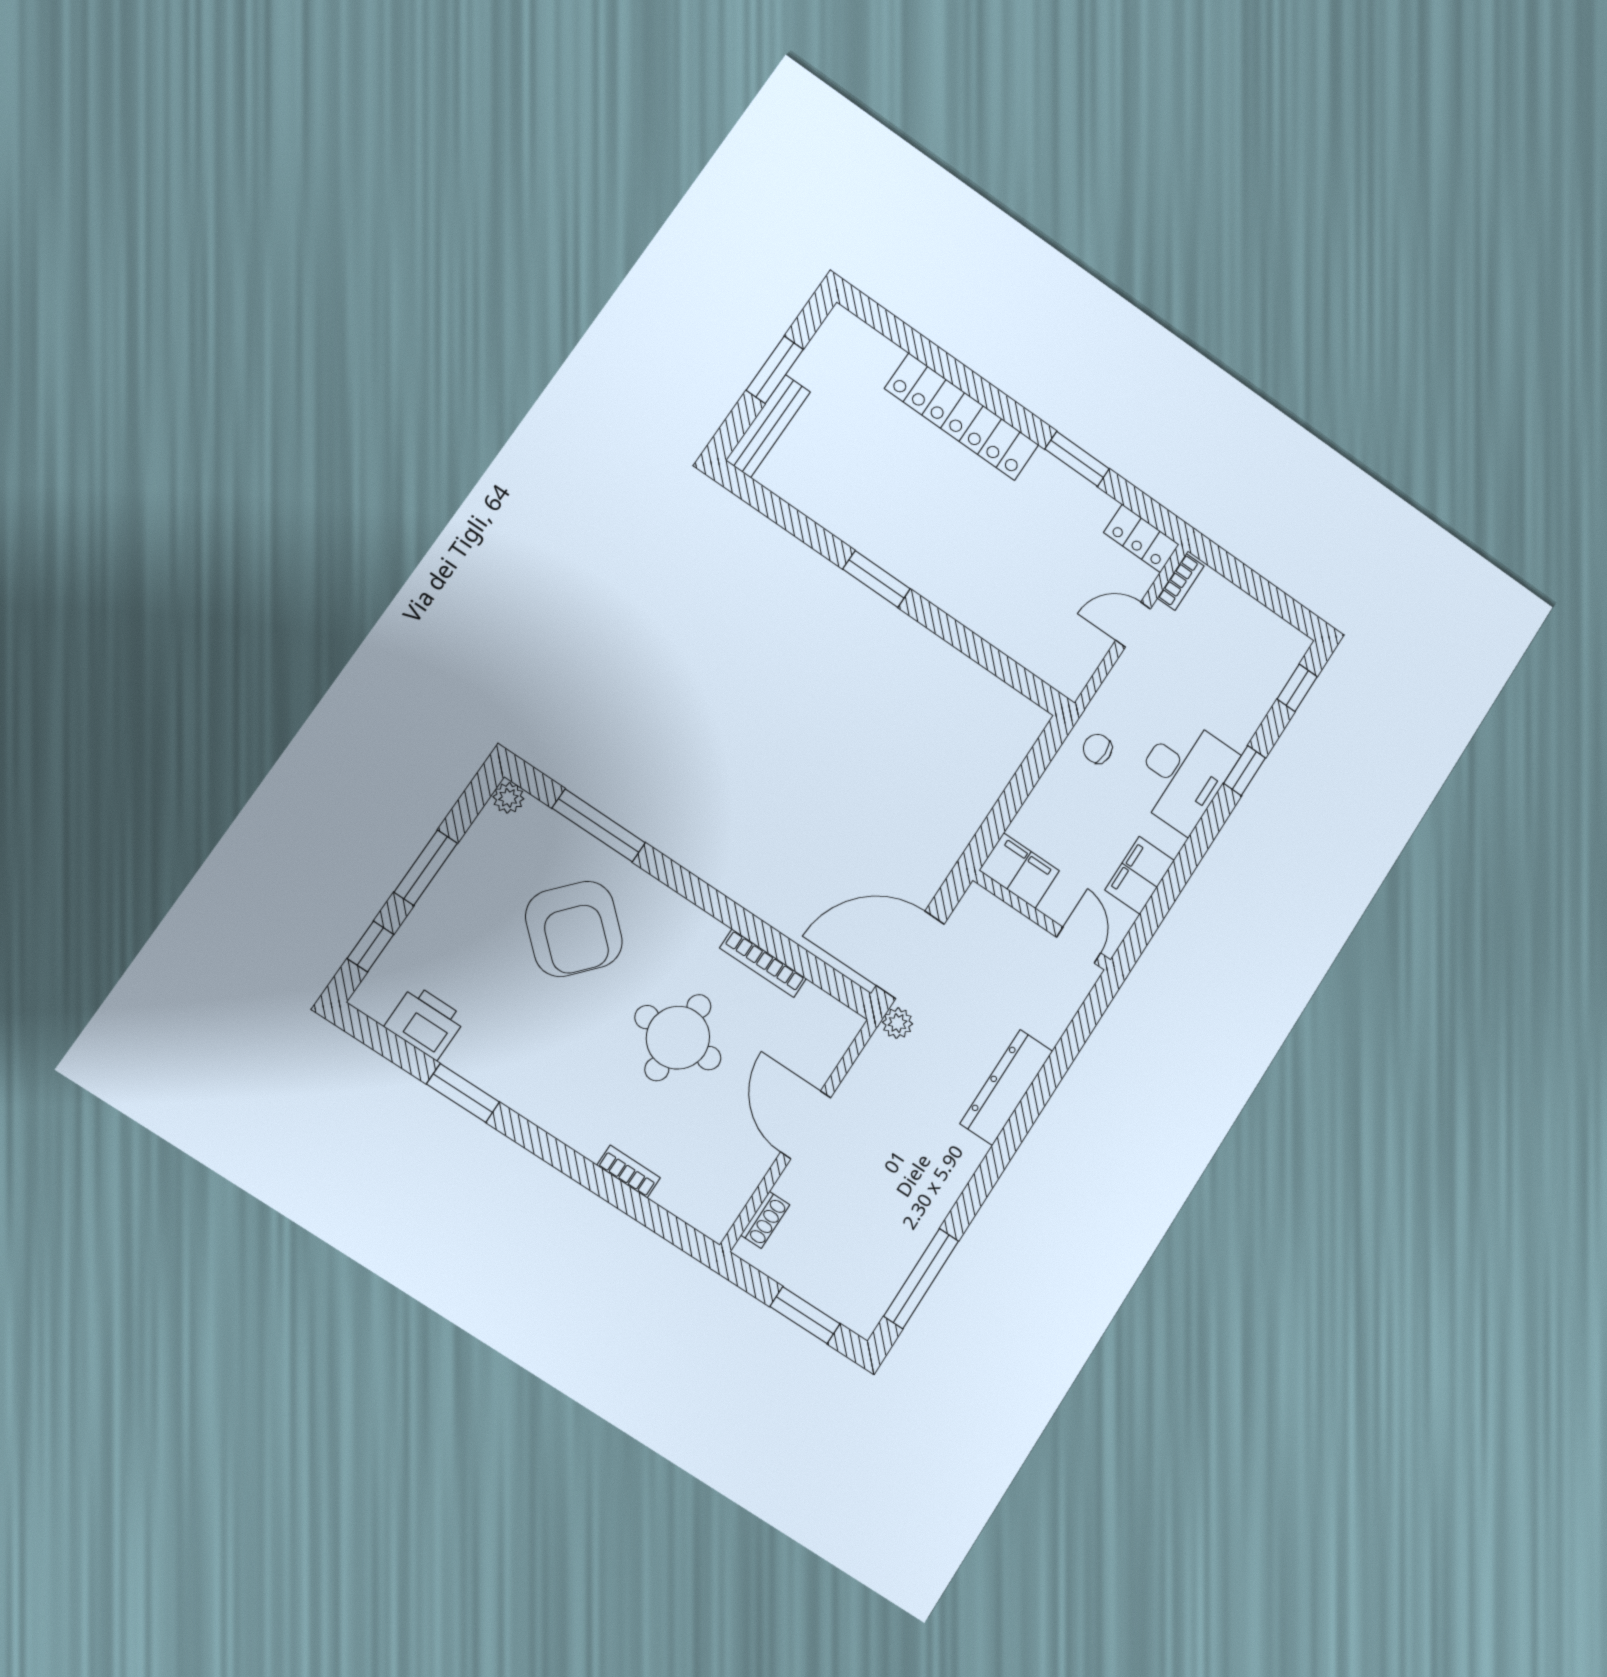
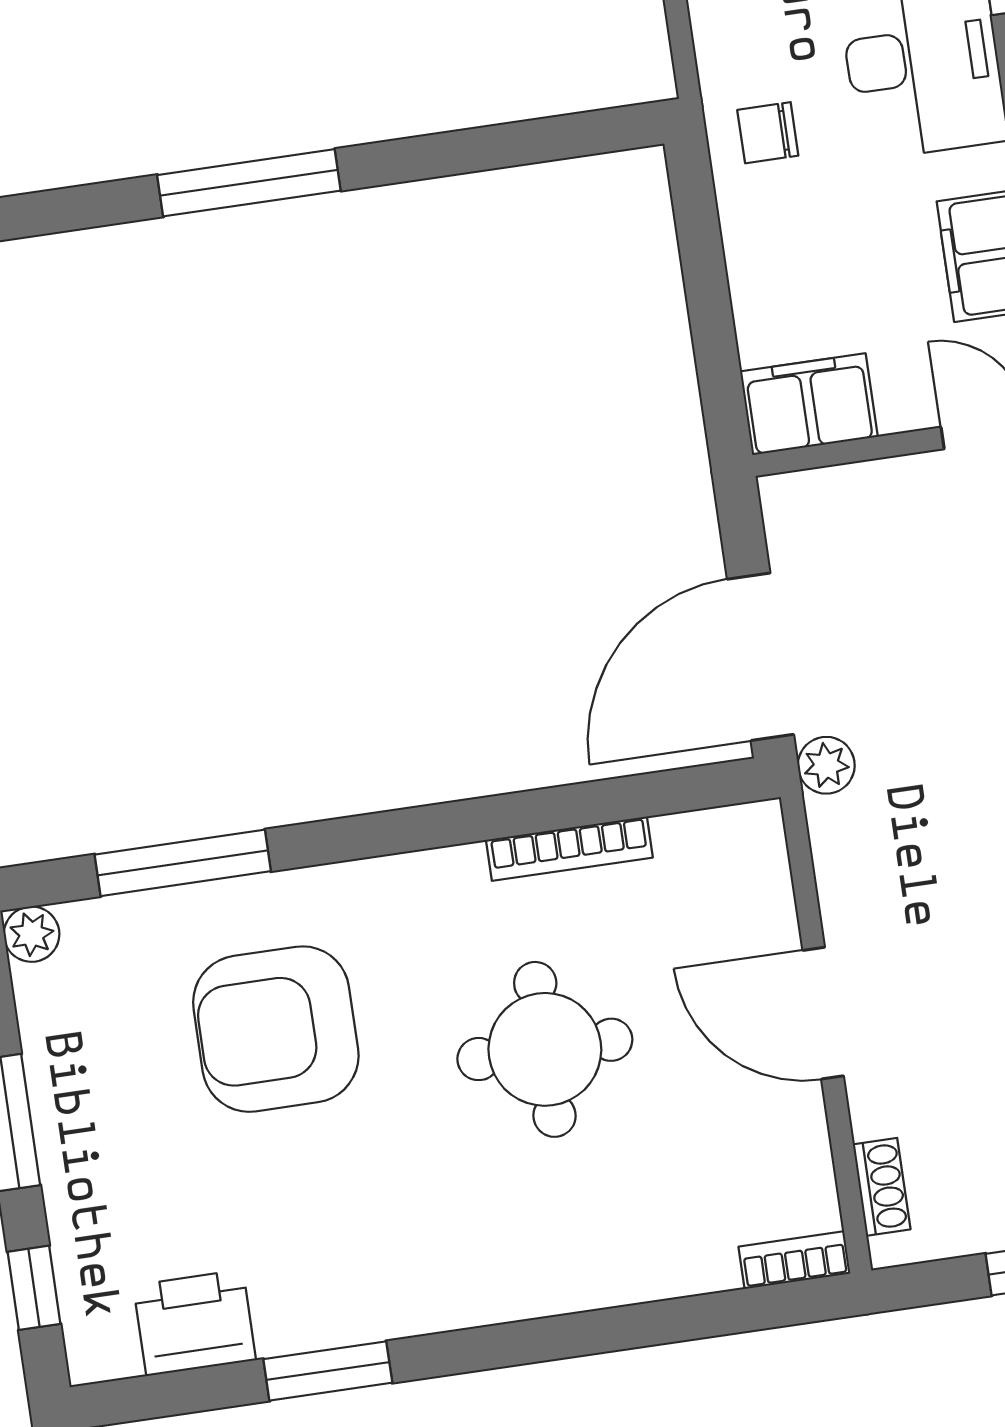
window: (876, 579) -> (249, 183), width x1.44
armchair: (574, 929) -> (276, 1029), turned 138
bookcase: (629, 1172) -> (794, 1260), moved

